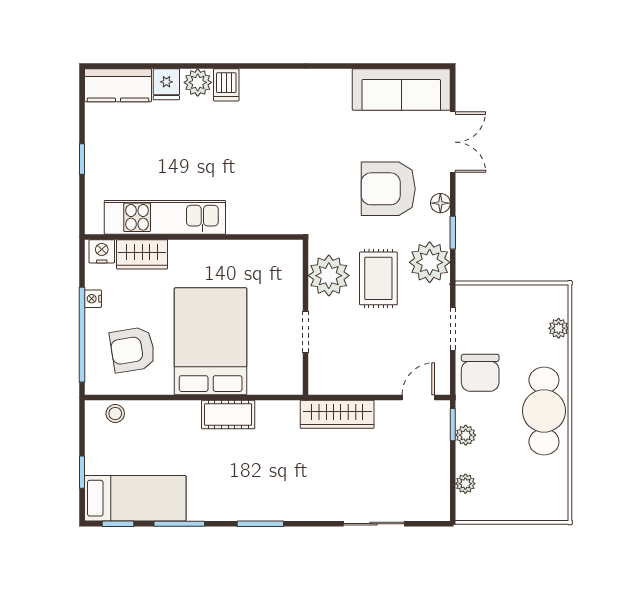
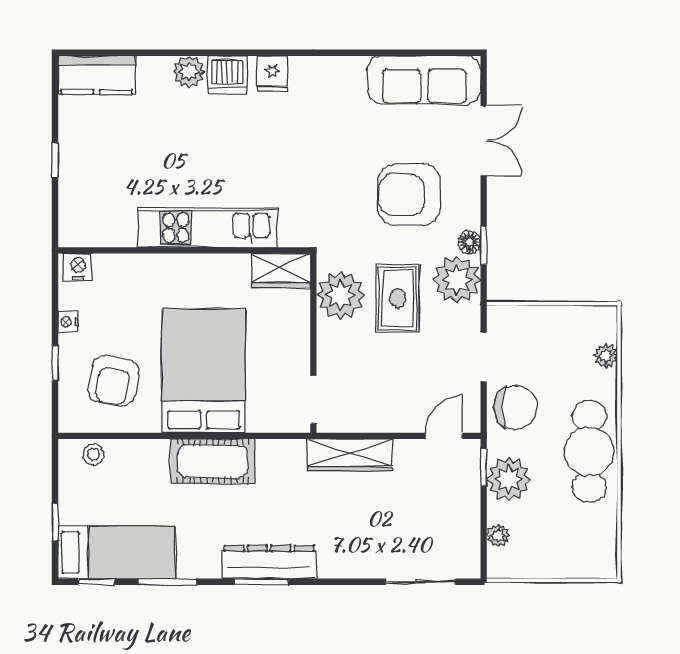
fridge: (166, 84) -> (272, 74), moved
dishwasher: (226, 85) -> (227, 75), width x1.38
floor lamp: (440, 203) -> (469, 242), moved
kitchen unit: (165, 217) -> (208, 228), moved
wardrobe: (142, 254) -> (281, 270), moved
doorway: (306, 332) -> (313, 399), moved
window: (82, 335) -> (55, 363), width x0.32
armchair: (133, 350) -> (114, 381), turned -70
chair: (480, 373) -> (515, 407), turned -90
cot: (228, 414) -> (213, 461), width x1.37, depth x1.34
plant: (466, 435) -> (509, 479), width x1.88, depth x1.88
dresser: (267, 507) -> (269, 562), added
sliding door: (374, 524) -> (420, 582), moved

